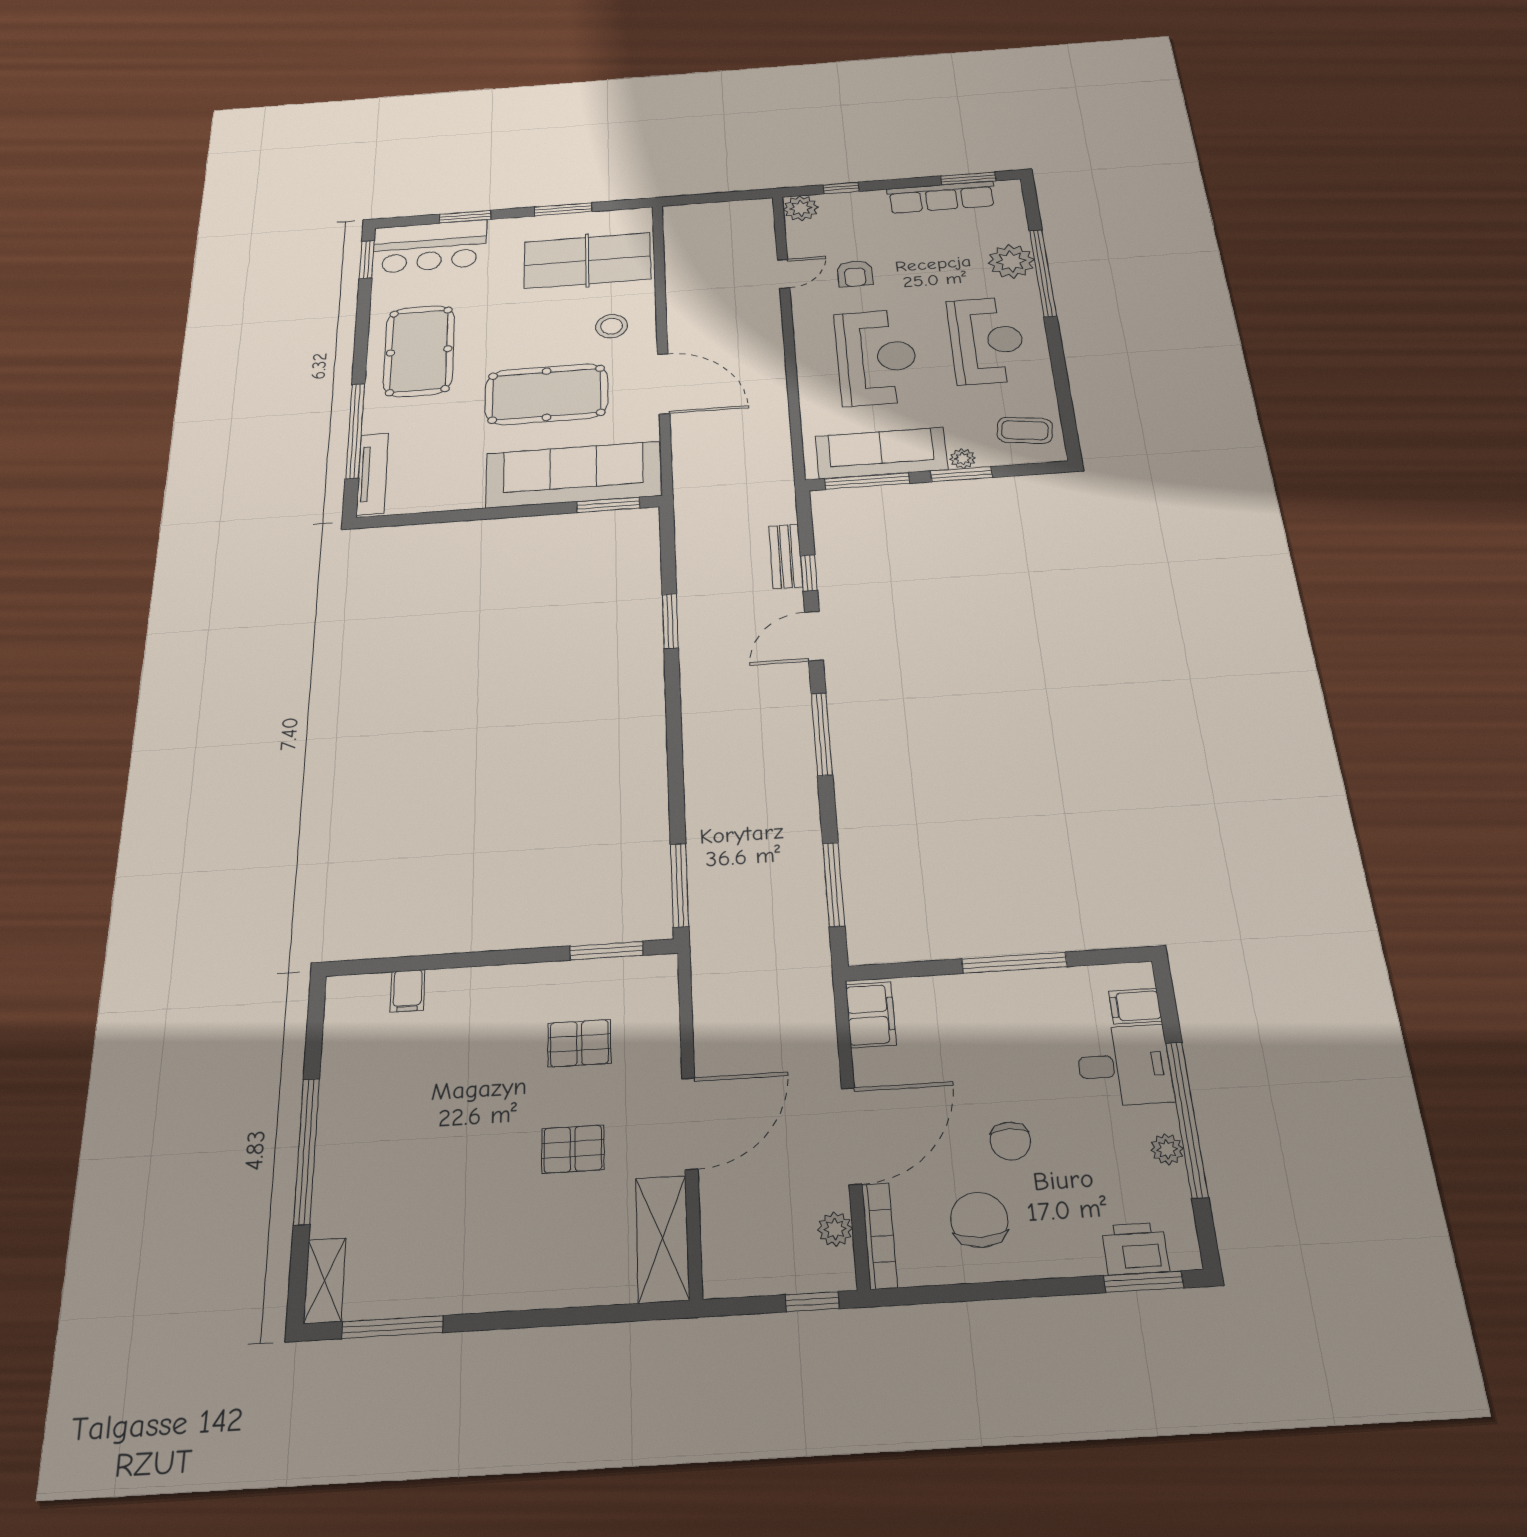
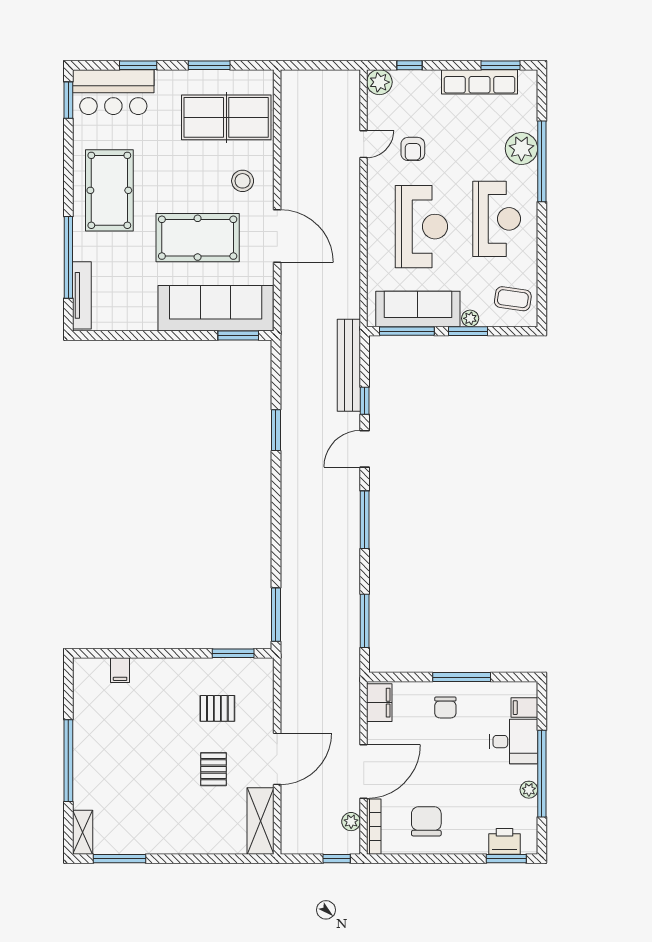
bench: (786, 556) -> (349, 365), width x1.86, depth x1.21
chair: (1010, 1141) -> (445, 707), moved
pallet: (573, 1149) -> (213, 769), turned 90

